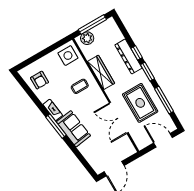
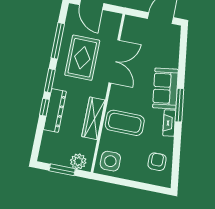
window: (92, 25) -> (62, 170), width x0.69
coffee table: (80, 86) -> (125, 123), width x1.86, depth x1.72

